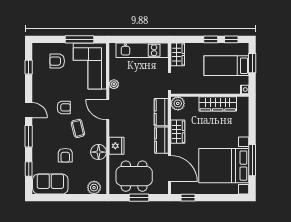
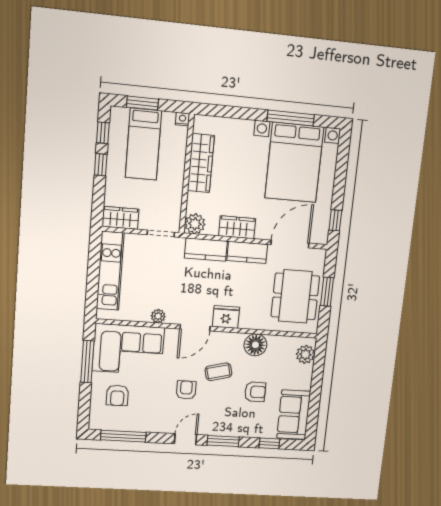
window: (29, 67) -> (123, 436), width x2.17
fridge: (117, 146) -> (226, 317), moved

